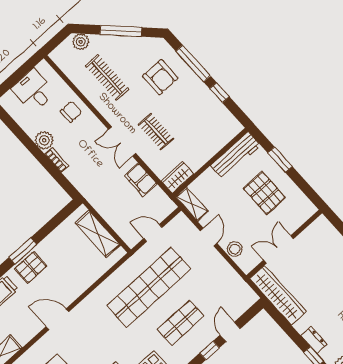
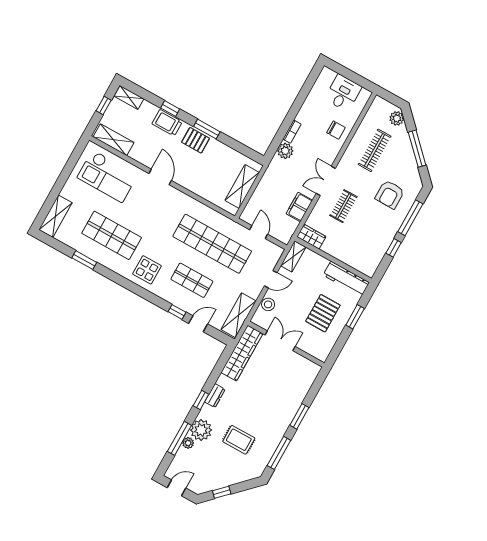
plant: (44, 140) -> (285, 151), moved
shelving: (236, 285) -> (239, 315), added

